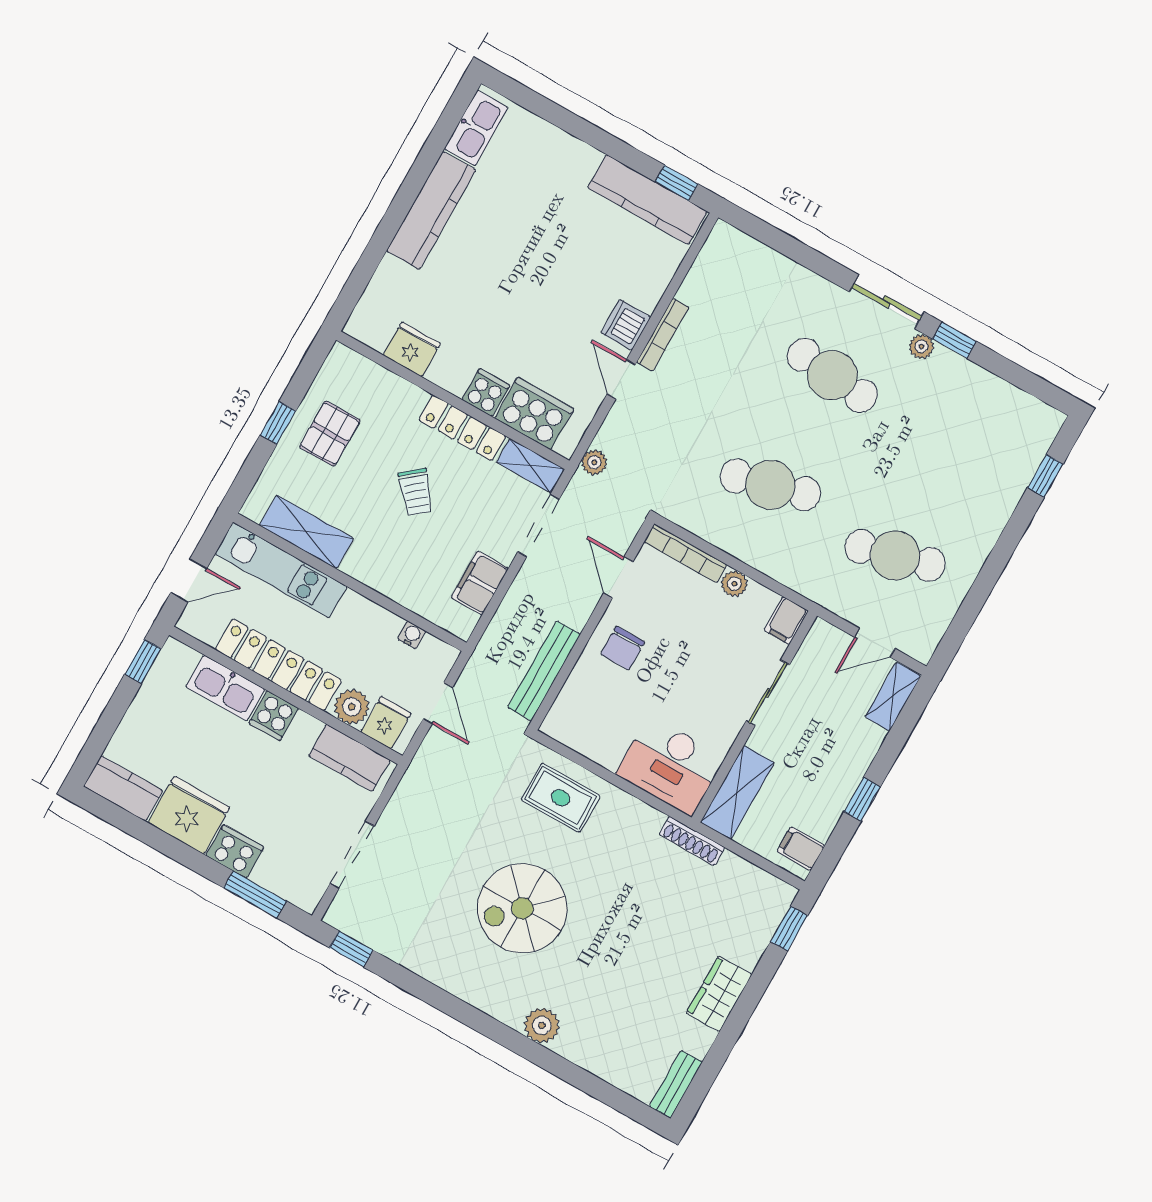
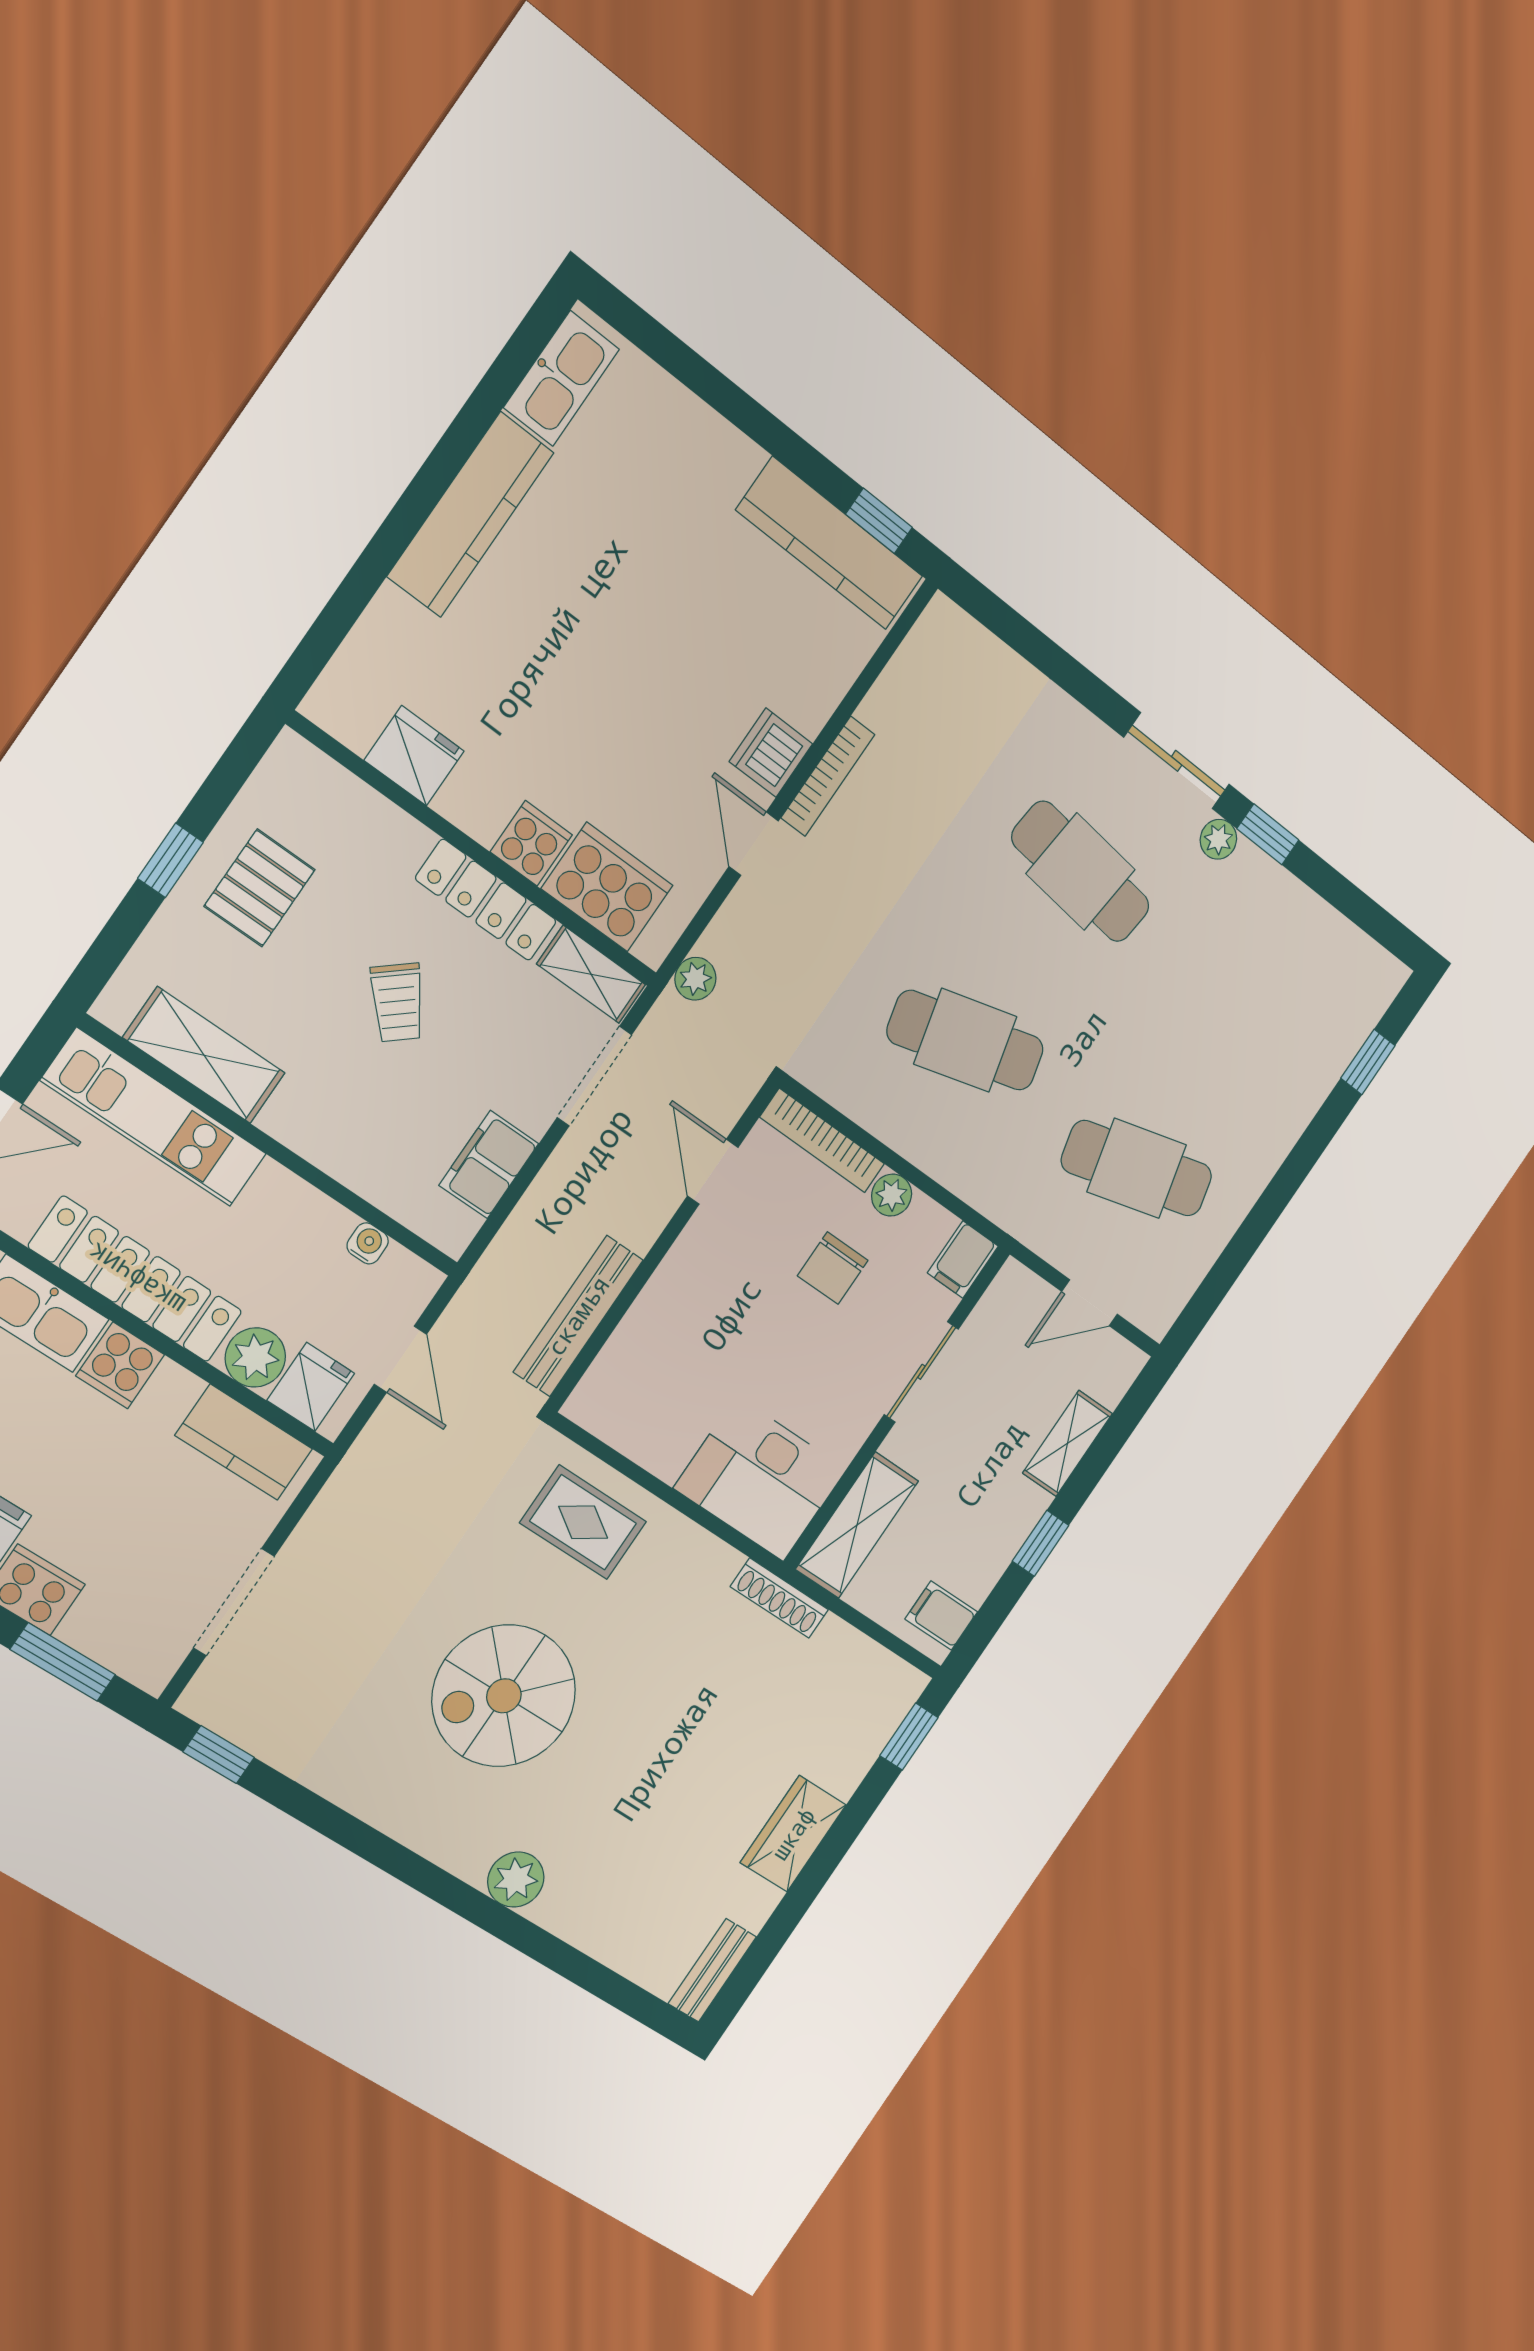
chair: (623, 648) -> (833, 1268), moved
shelving: (893, 696) -> (1067, 1443), moved

